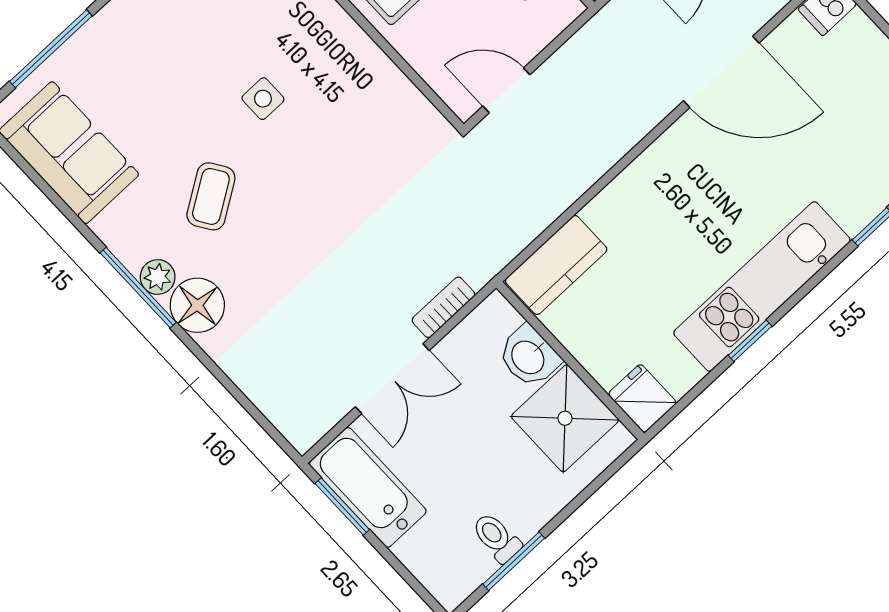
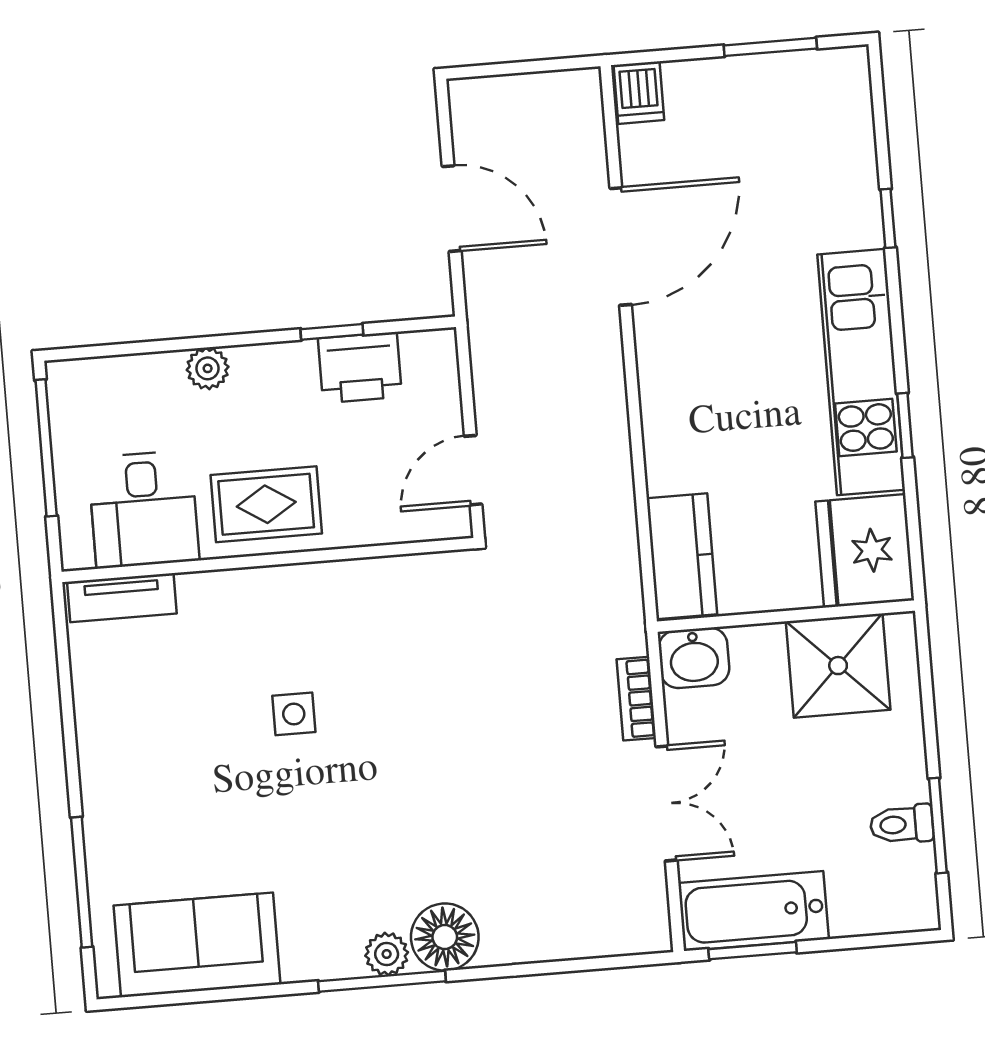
coffee table: (211, 196) -> (349, 840), removed
washbasin: (529, 357) -> (694, 658), moved
fridge: (642, 398) -> (865, 551), width x1.88, depth x1.34

